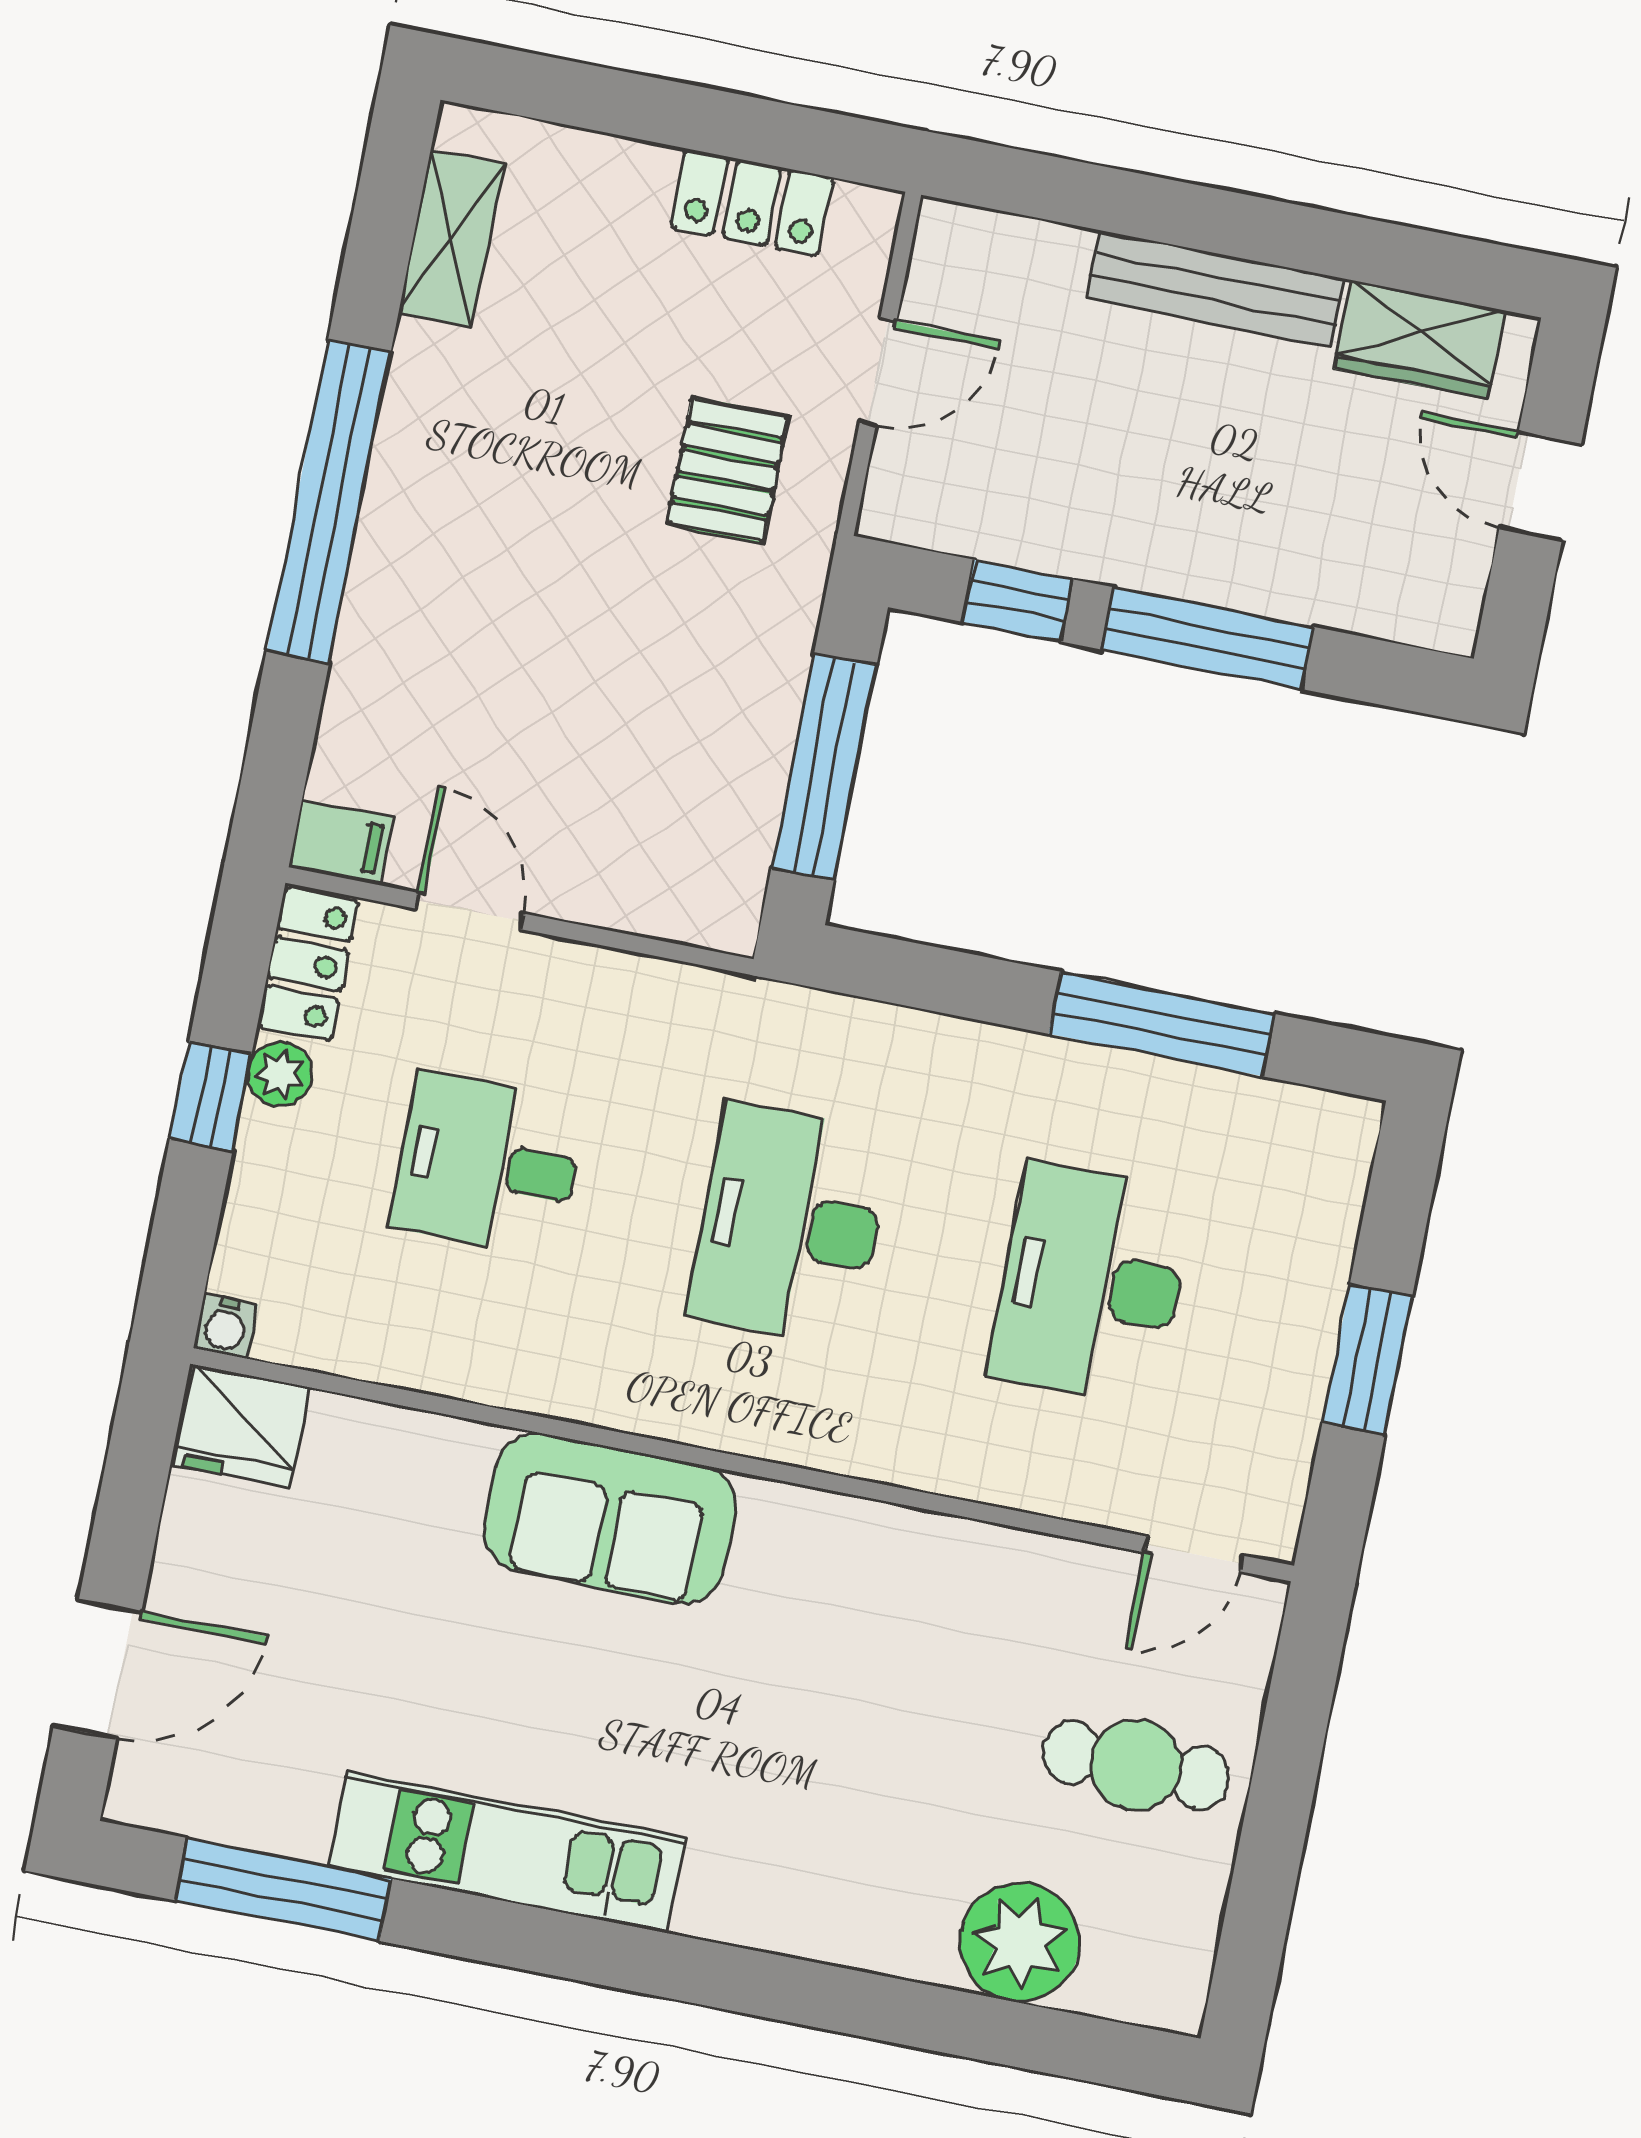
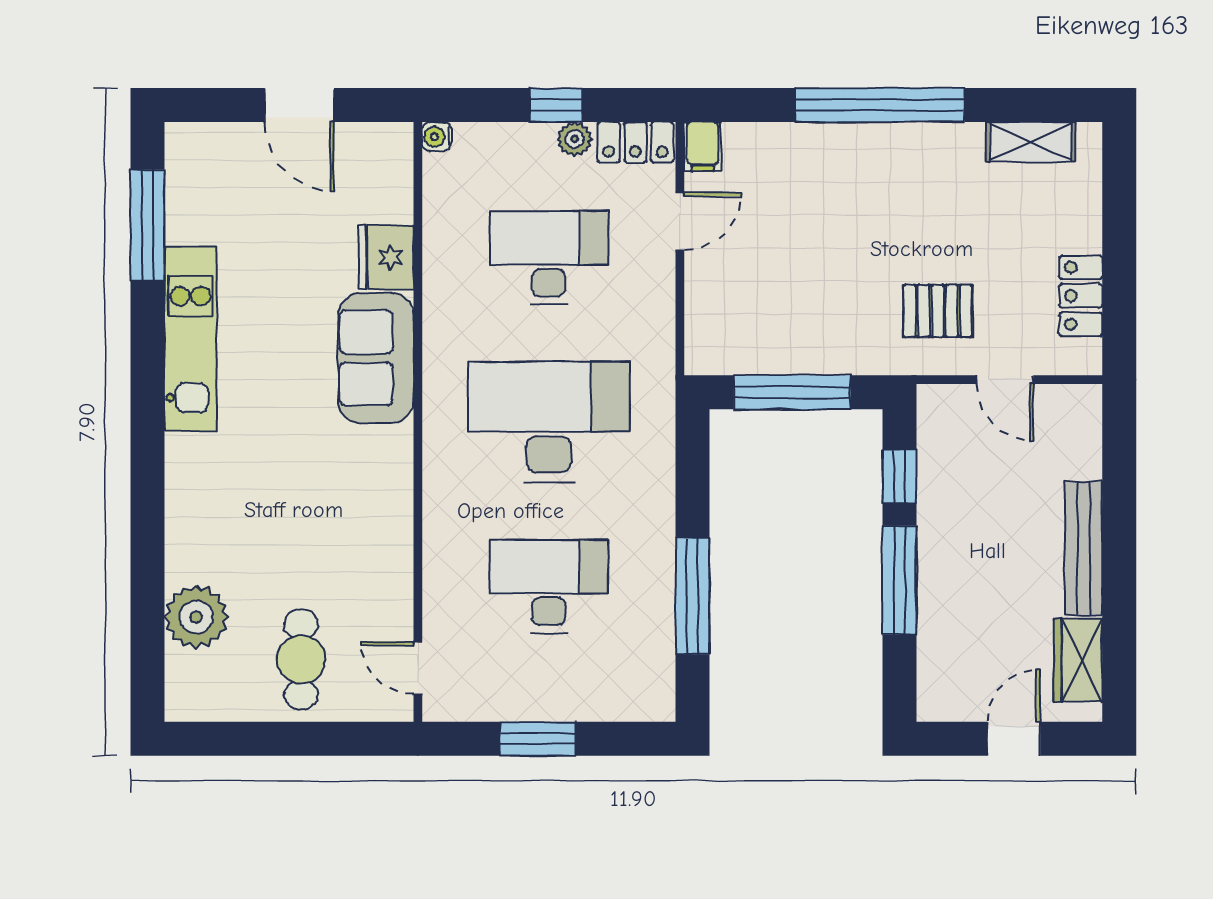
desk: (488, 1165) -> (549, 257), width x1.37
desk: (790, 1224) -> (549, 422), width x1.36, depth x1.30
fridge: (242, 1426) -> (386, 258), moved
door: (97, 1669) -> (299, 105), moved

